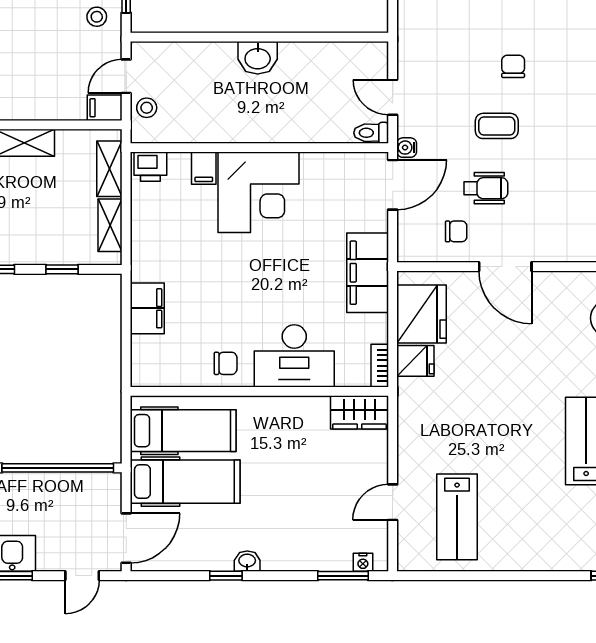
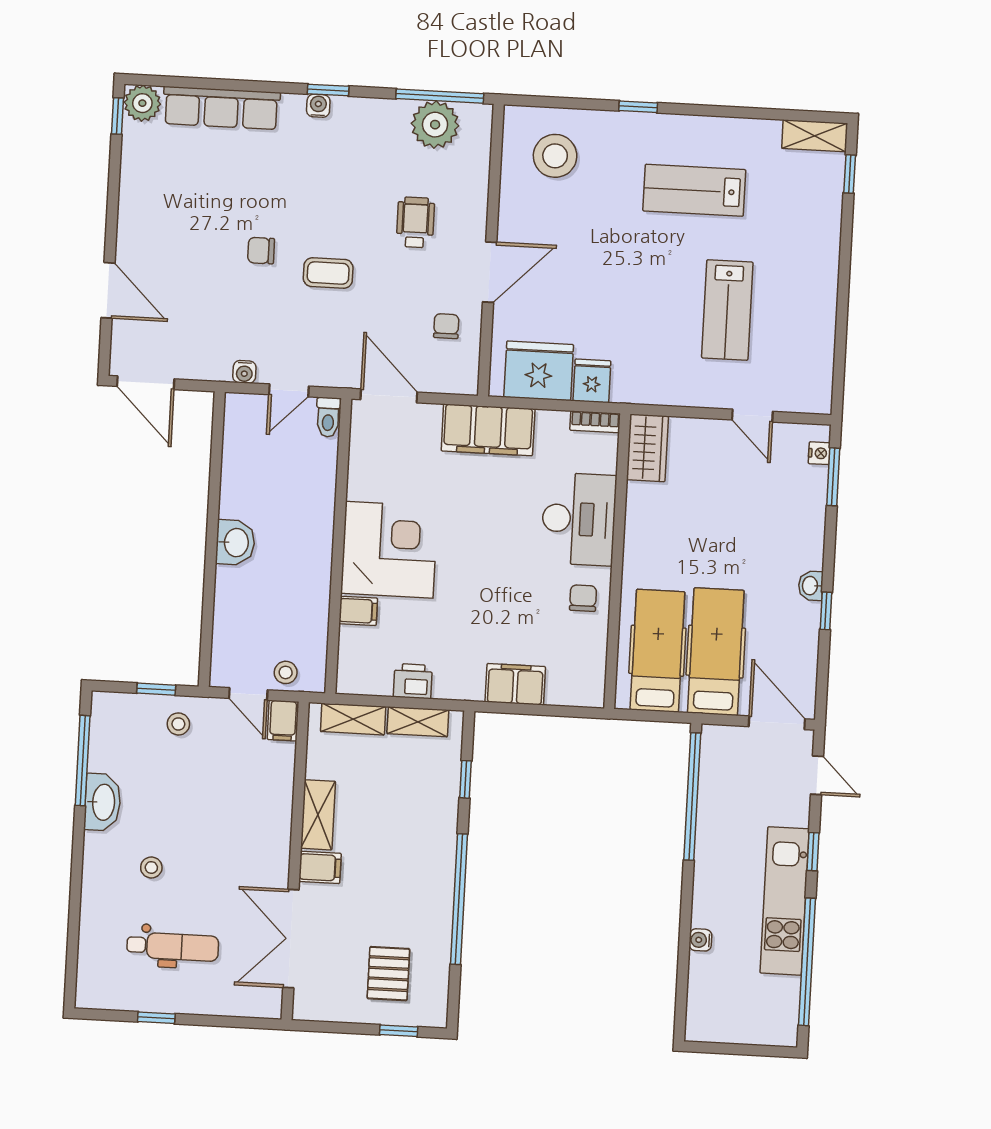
coffee table: (497, 126) -> (328, 273), turned 90
water cooler: (407, 148) -> (244, 372), moved
printer: (150, 167) -> (413, 681), moved, turned -90
wheelchair: (486, 188) -> (415, 222), moved
lab bench: (457, 517) -> (727, 310), moved, turned 90

